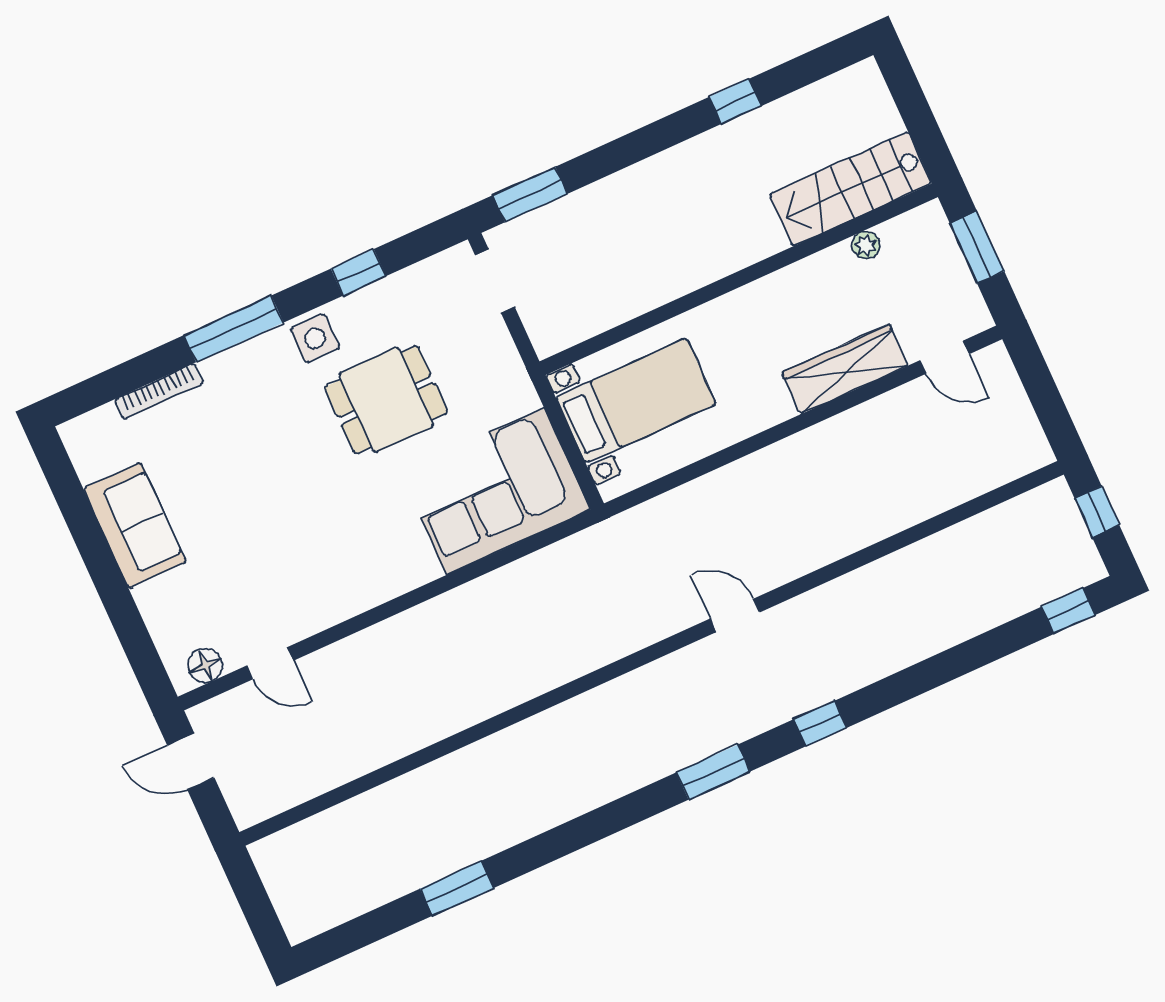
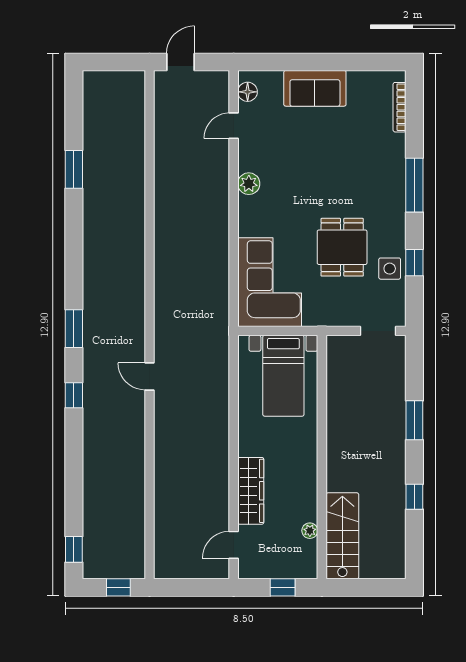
window: (530, 194) -> (414, 420), moved
window: (977, 247) -> (283, 587), width x0.67
side table: (315, 338) -> (390, 269), moved
bookcase: (159, 391) -> (400, 107), moved
sofa: (135, 525) -> (315, 88), moved
plant: (352, 597) -> (249, 184), added
door: (735, 615) -> (150, 376), swing flipped
door: (191, 761) -> (180, 62), moved

